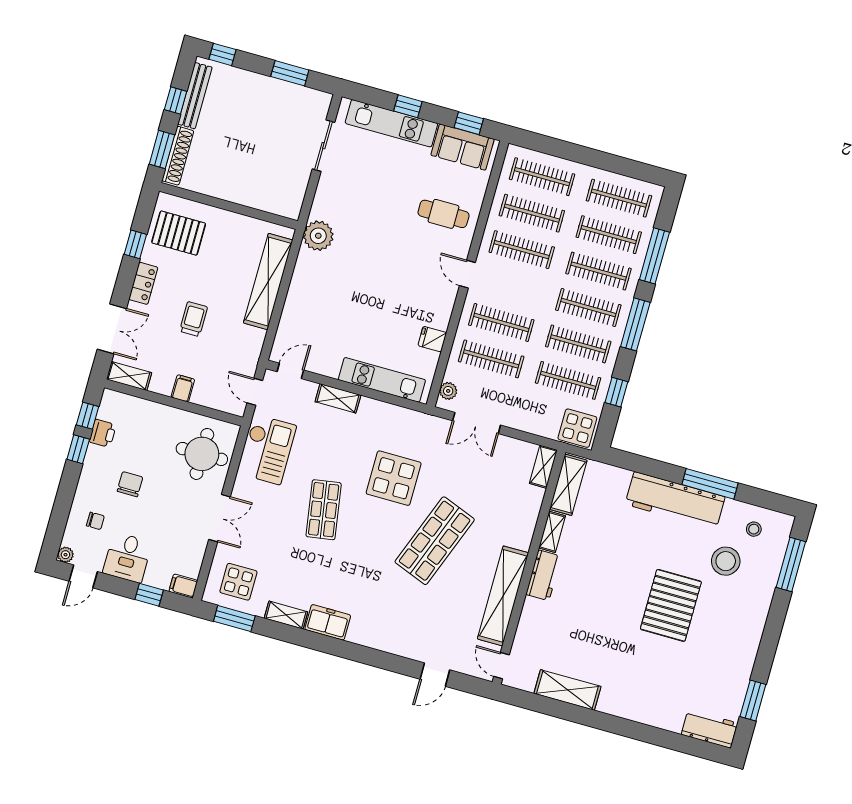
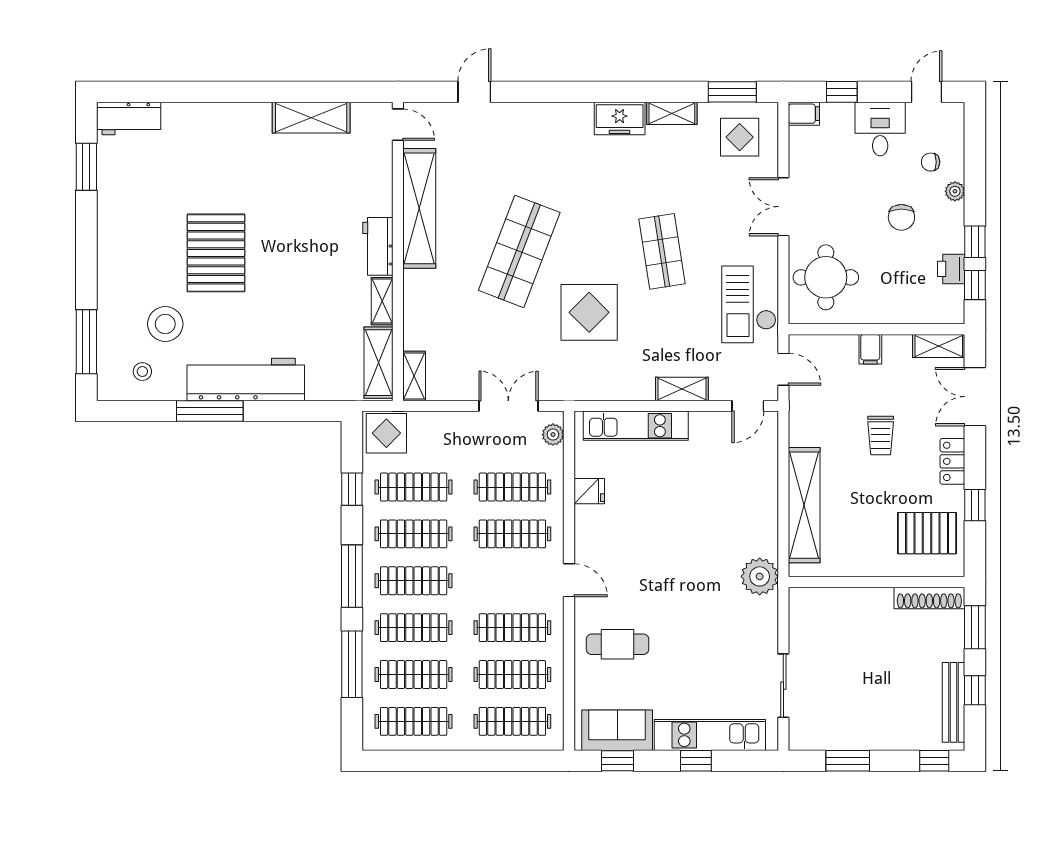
shoe rack: (178, 156) -> (929, 598), moved, turned -90
plant: (65, 555) -> (955, 191), moved

